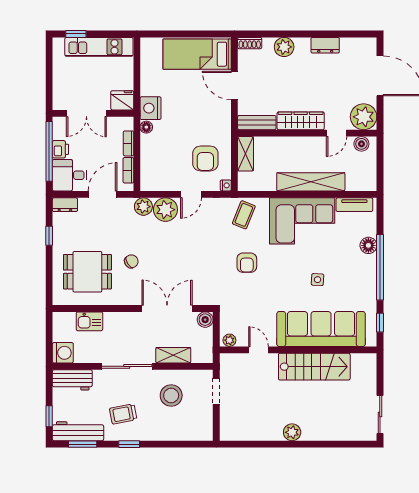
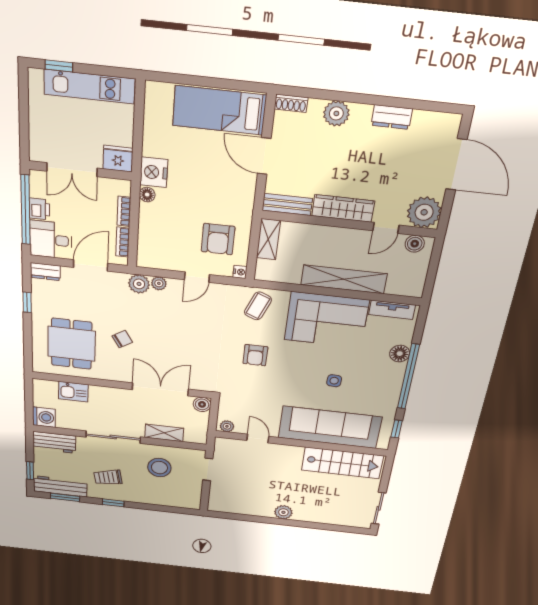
plant: (165, 210) -> (159, 283), width x0.53, depth x0.53
dining table: (87, 272) -> (72, 344), turned 90
stairs: (314, 367) -> (342, 463), moved

